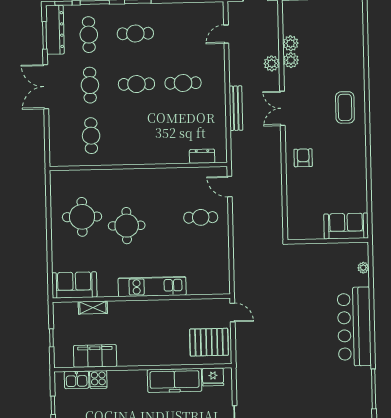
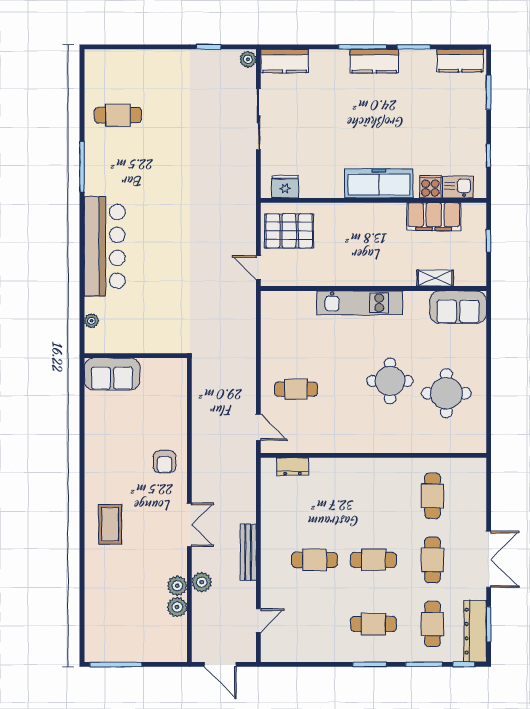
bench: (236, 108) -> (248, 552), moved
freezer: (175, 380) -> (379, 183), moved

